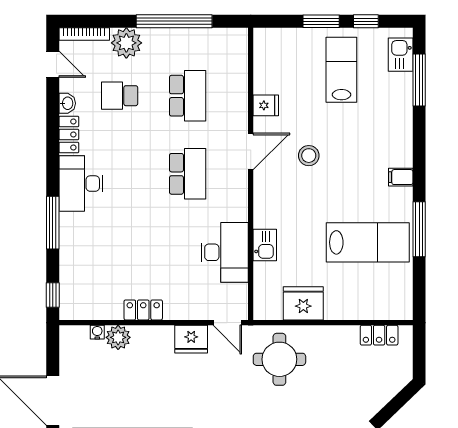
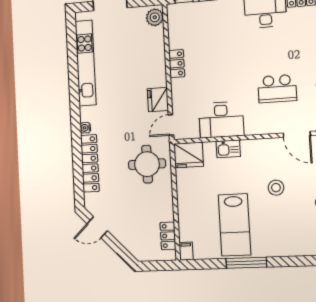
stool: (309, 156) -> (276, 188), moved
filing cabinet: (401, 177) -> (186, 251), moved
fridge: (303, 303) -> (189, 155), moved, turned 90
water cooler: (97, 332) -> (159, 32), removed
plant: (118, 337) -> (155, 17), moved

